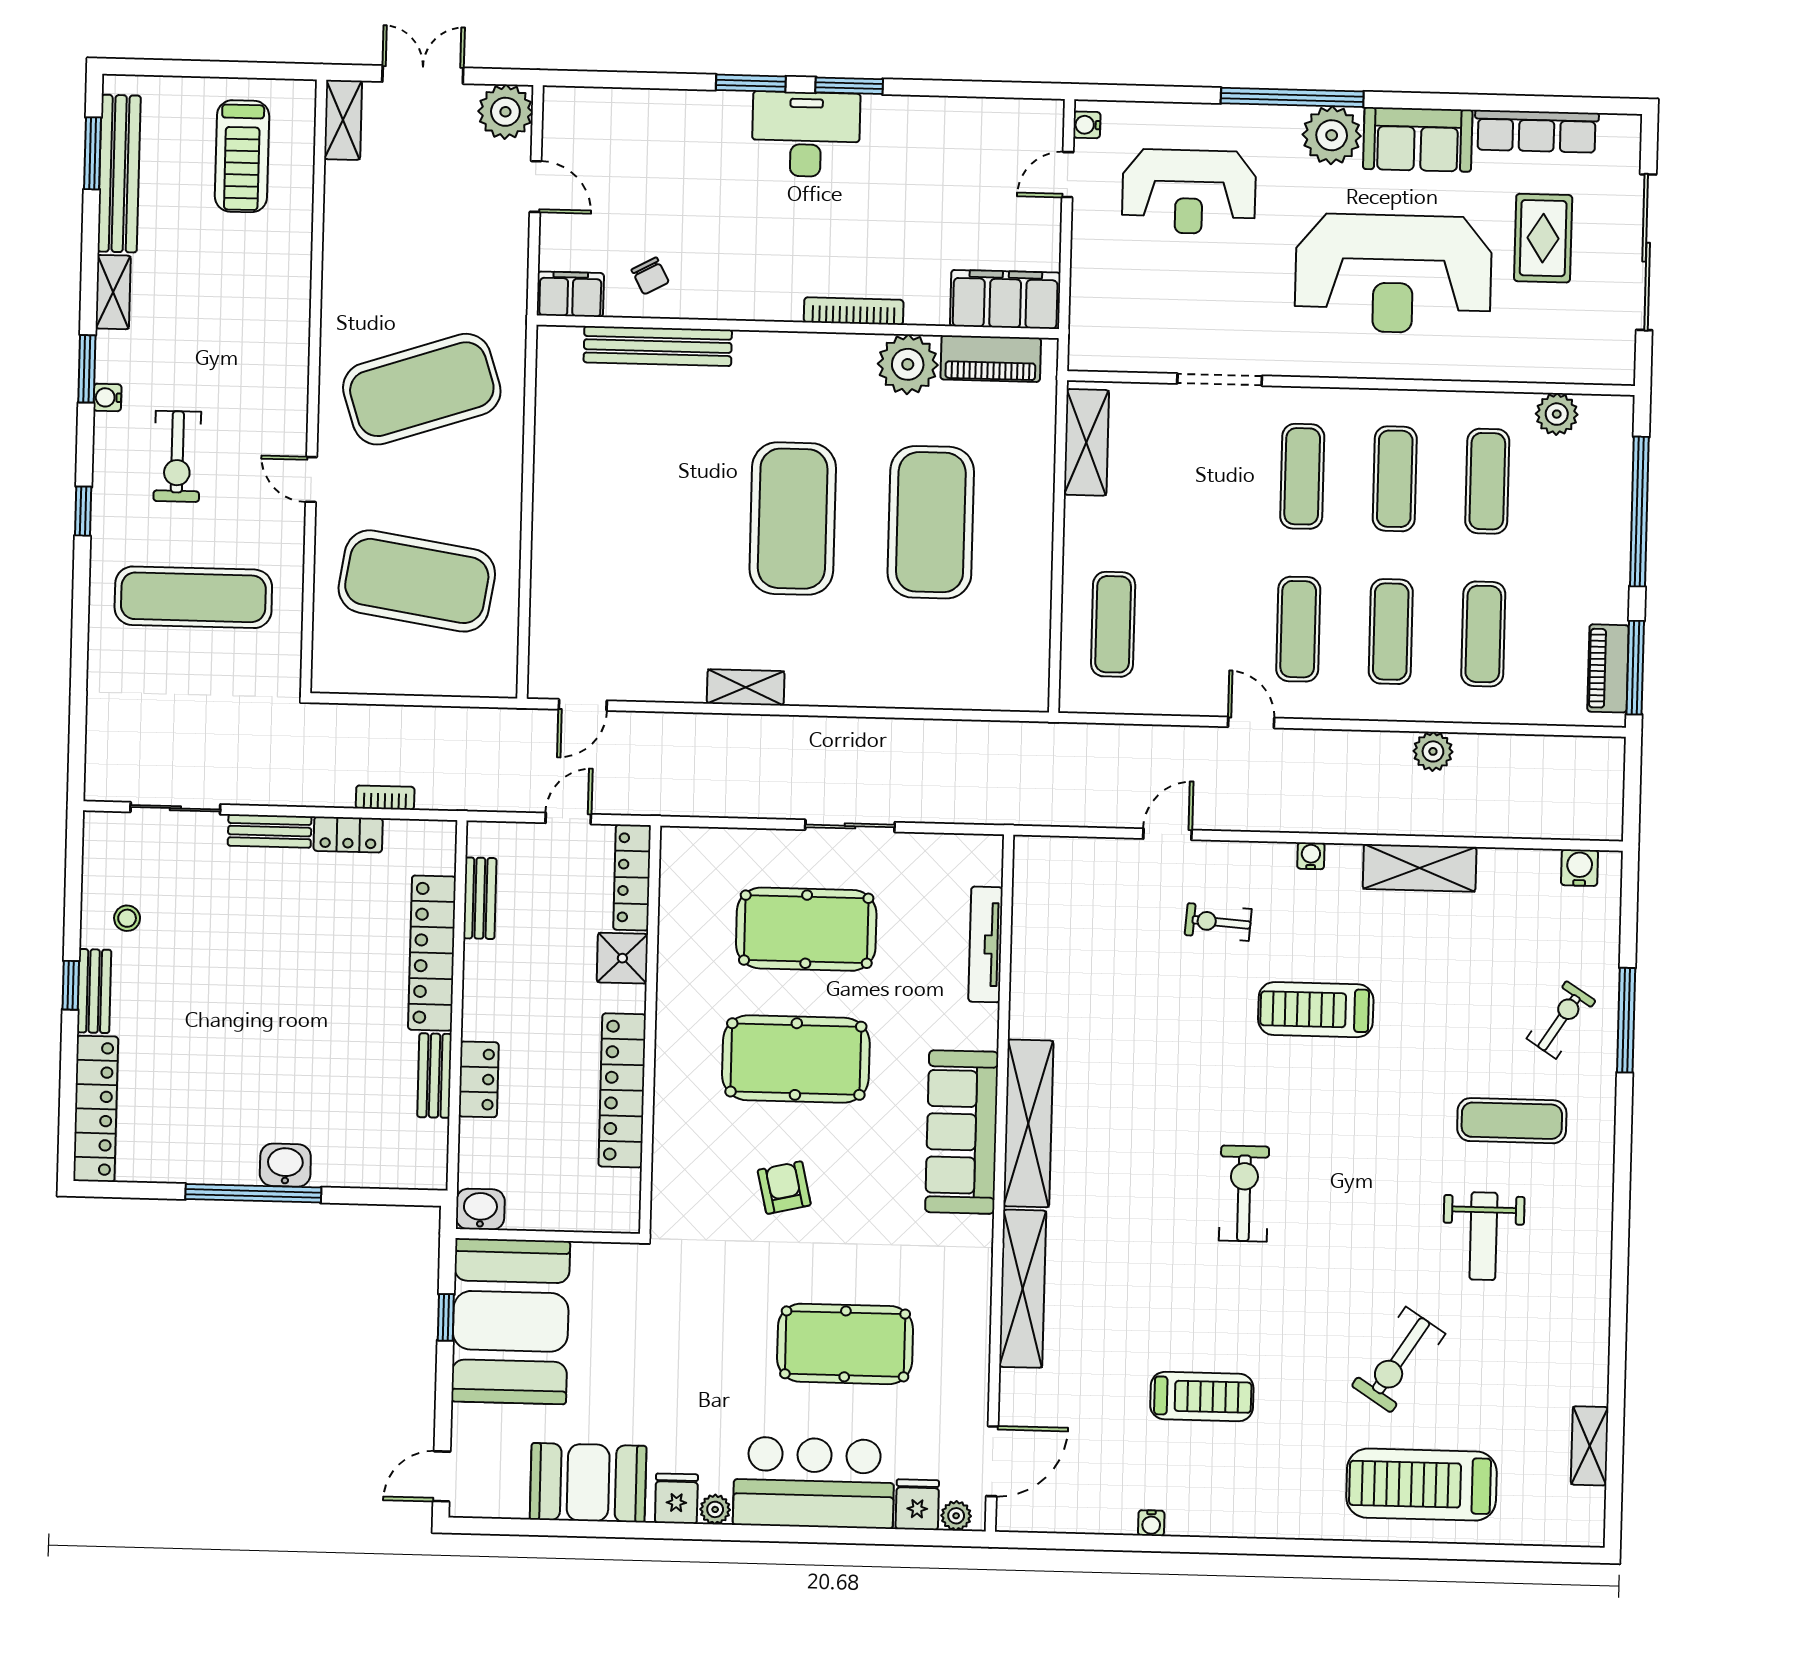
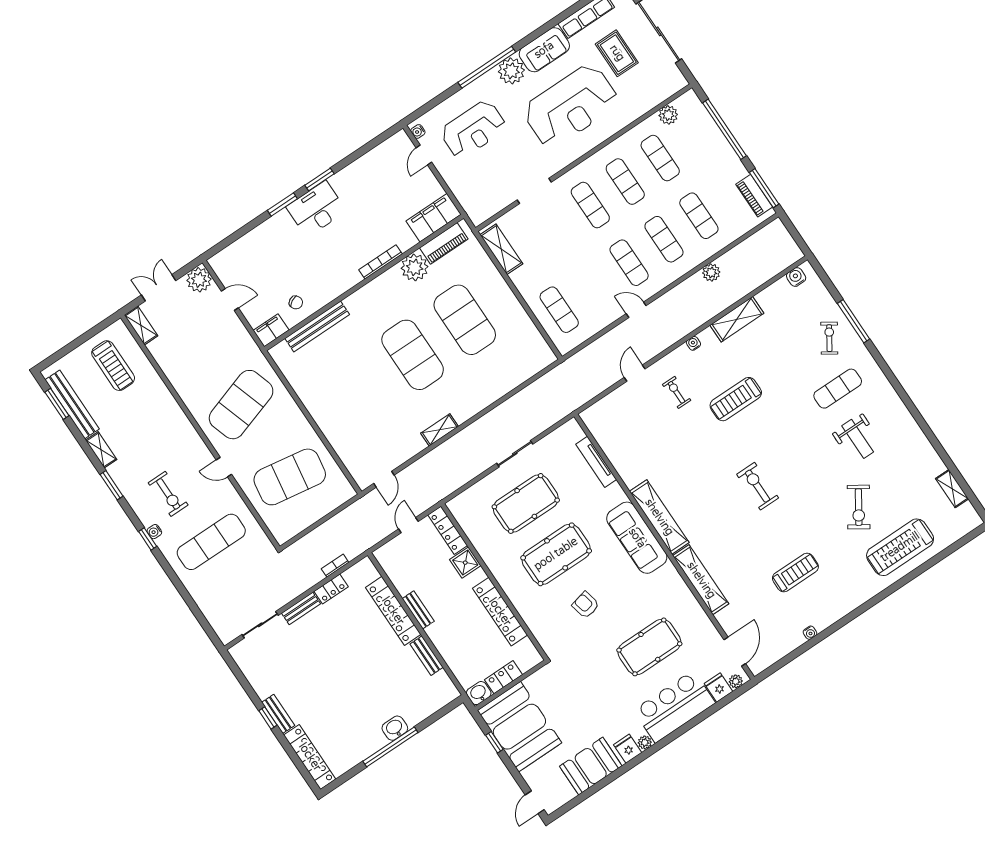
water cooler: (107, 397) -> (154, 532), moved
bench: (480, 898) -> (418, 610), moved
stool: (127, 918) -> (271, 678), removed
exercise bike: (1218, 922) -> (677, 392), turned 86
locker: (479, 1079) -> (504, 677), moved, turned -90

